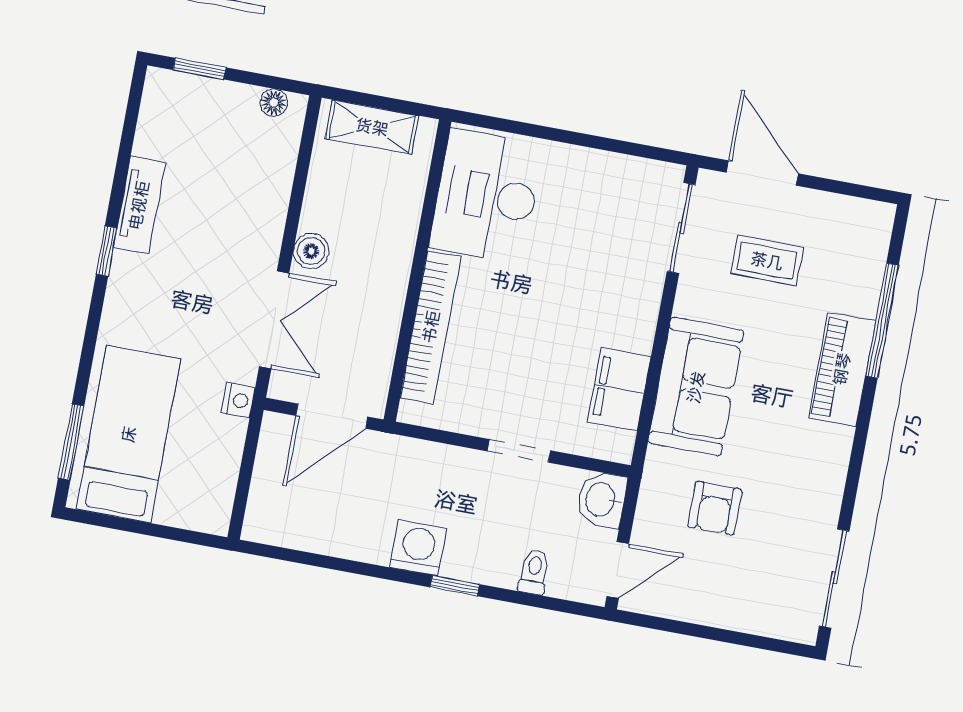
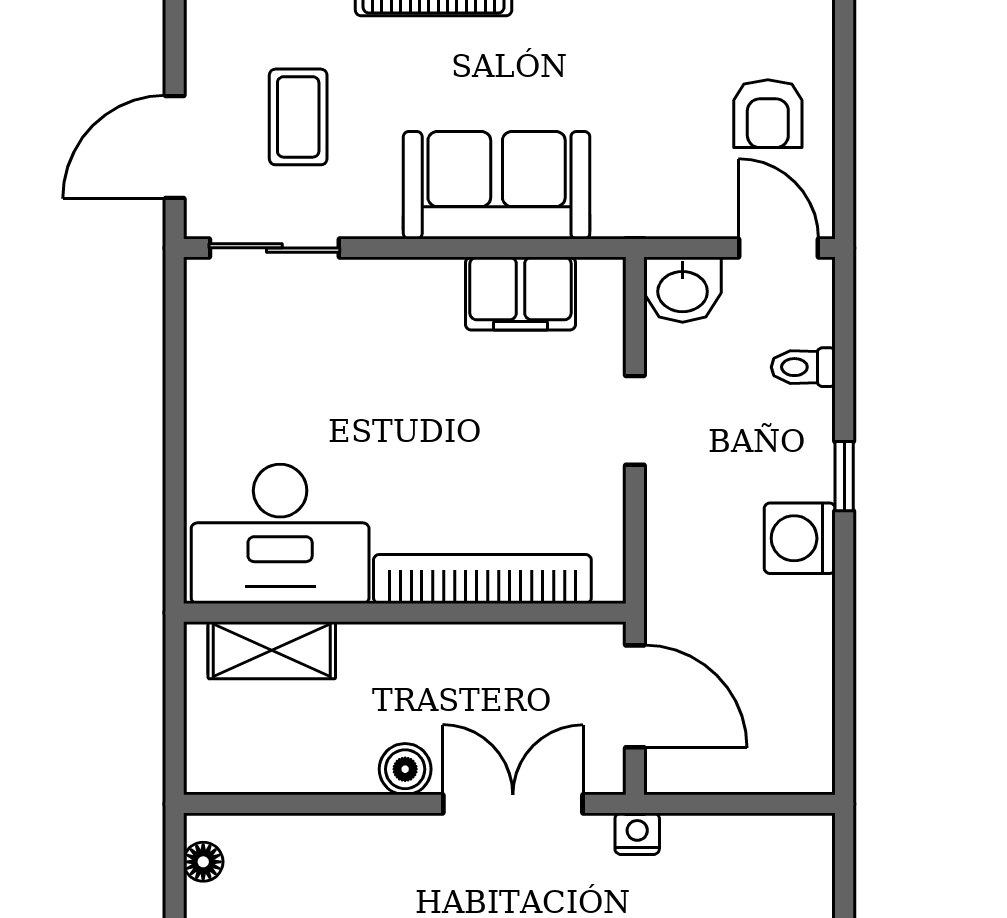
shelving: (372, 127) -> (272, 650), moved, turned 90
armchair: (715, 508) -> (768, 114), moved, turned 90

